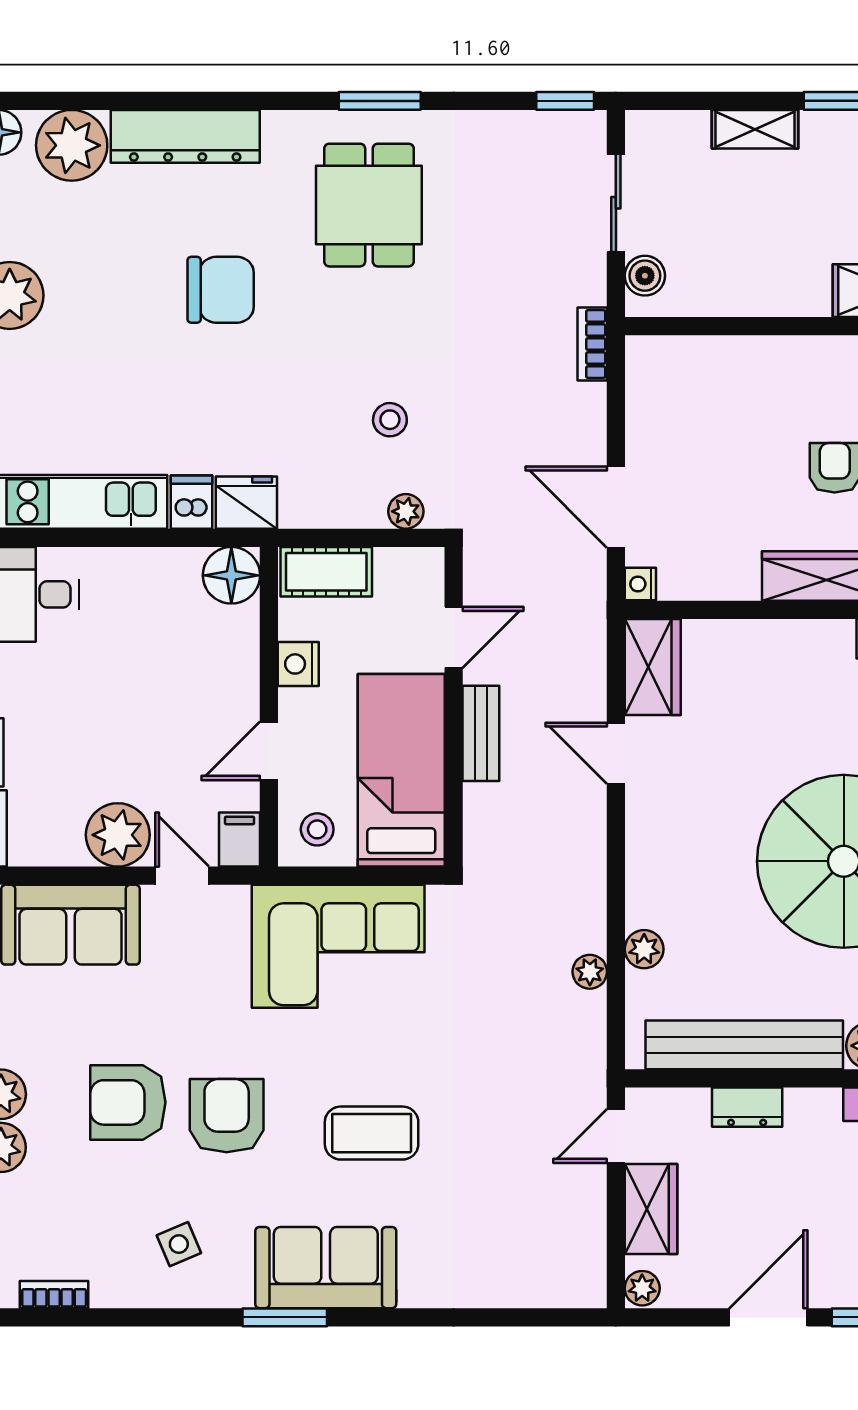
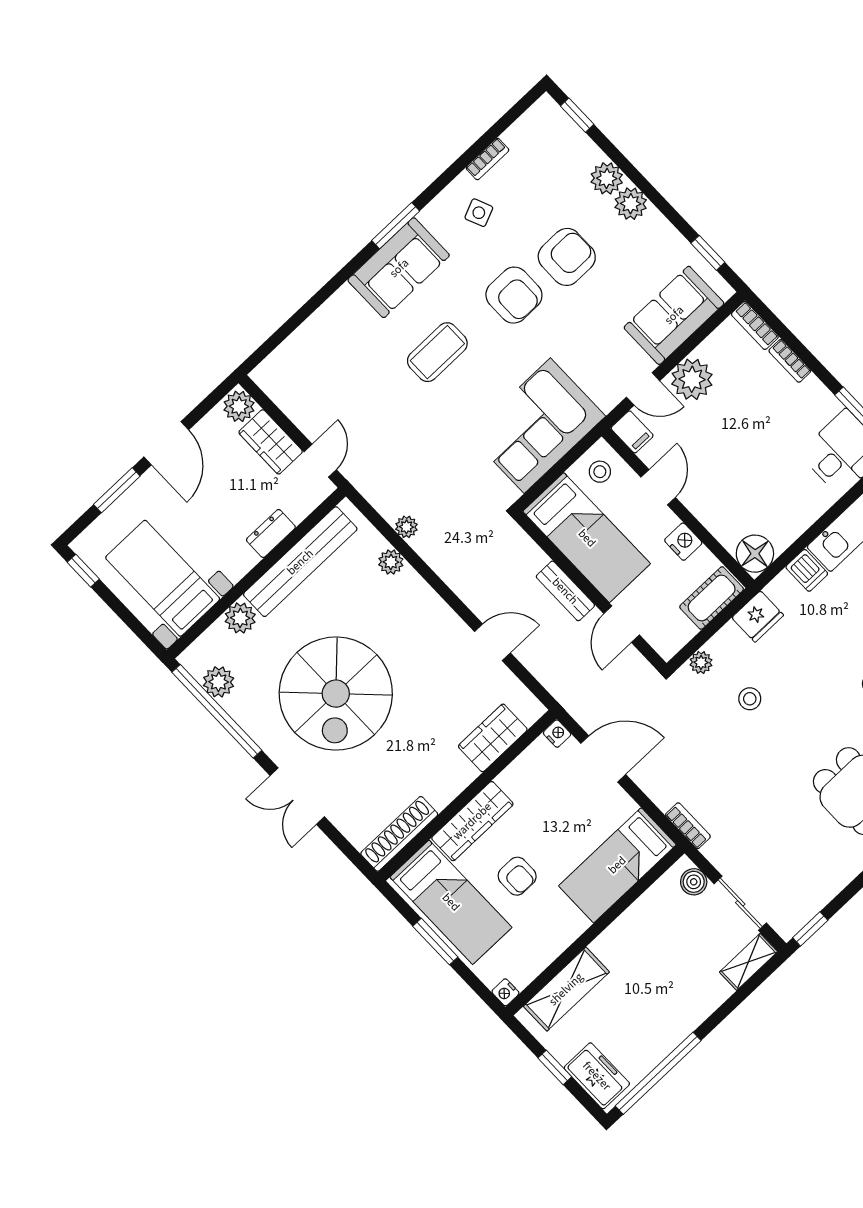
shelving: (755, 129) -> (748, 962), moved
bed: (712, 374) -> (617, 865), added
fridge: (246, 503) -> (758, 617), moved
wardrobe: (653, 667) -> (493, 738), moved, turned 90
plant: (642, 1288) -> (239, 406), width x1.38, depth x1.38
bookcase: (54, 1295) -> (487, 159), moved

